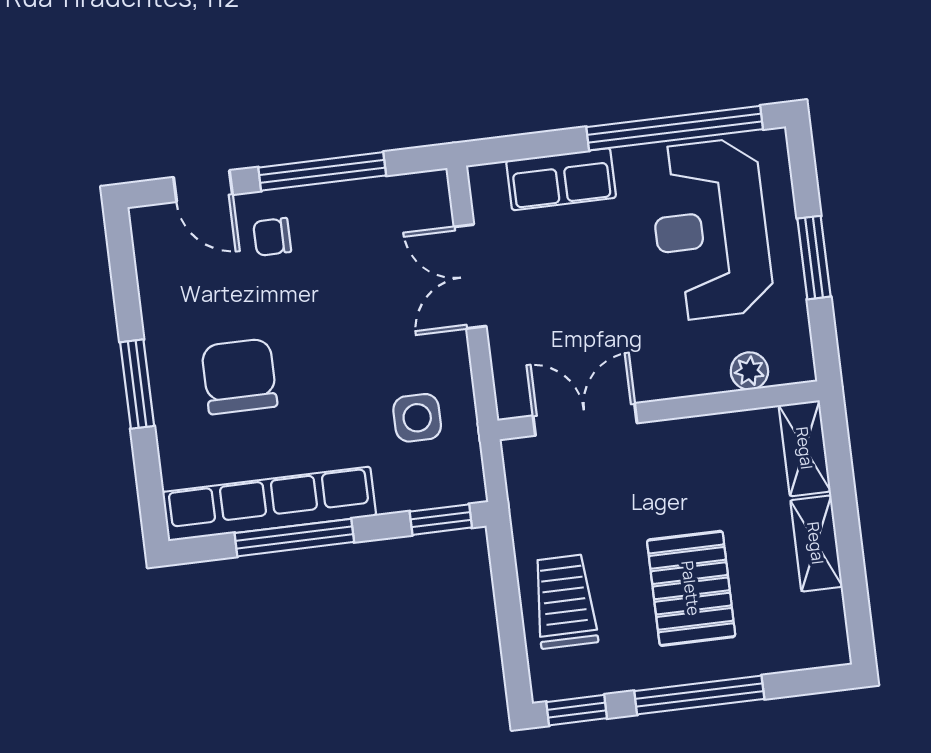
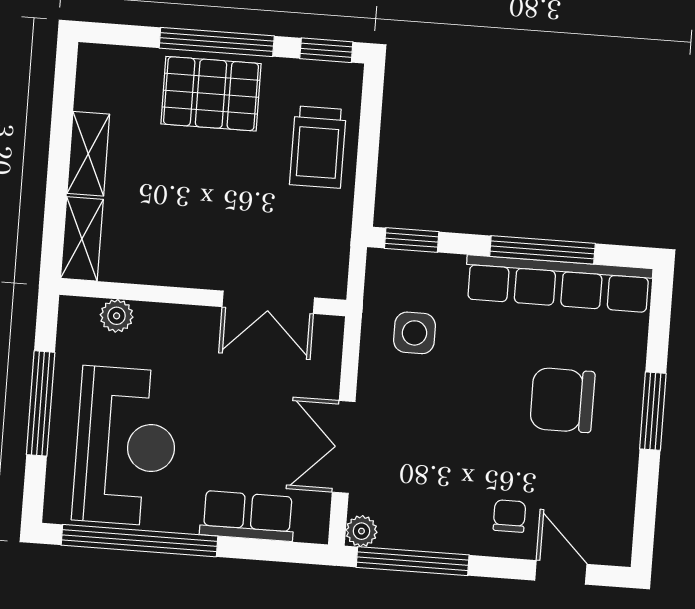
window: (322, 171) -> (413, 561), moved
plant: (432, 188) -> (361, 531), added
chair: (272, 237) -> (509, 516), turned -90
window: (814, 258) -> (41, 403), width x1.44
double door: (470, 276) -> (344, 447), swing flipped
chair: (239, 376) -> (562, 400), turned 90
pallet: (691, 588) -> (211, 94), moved, turned 90

